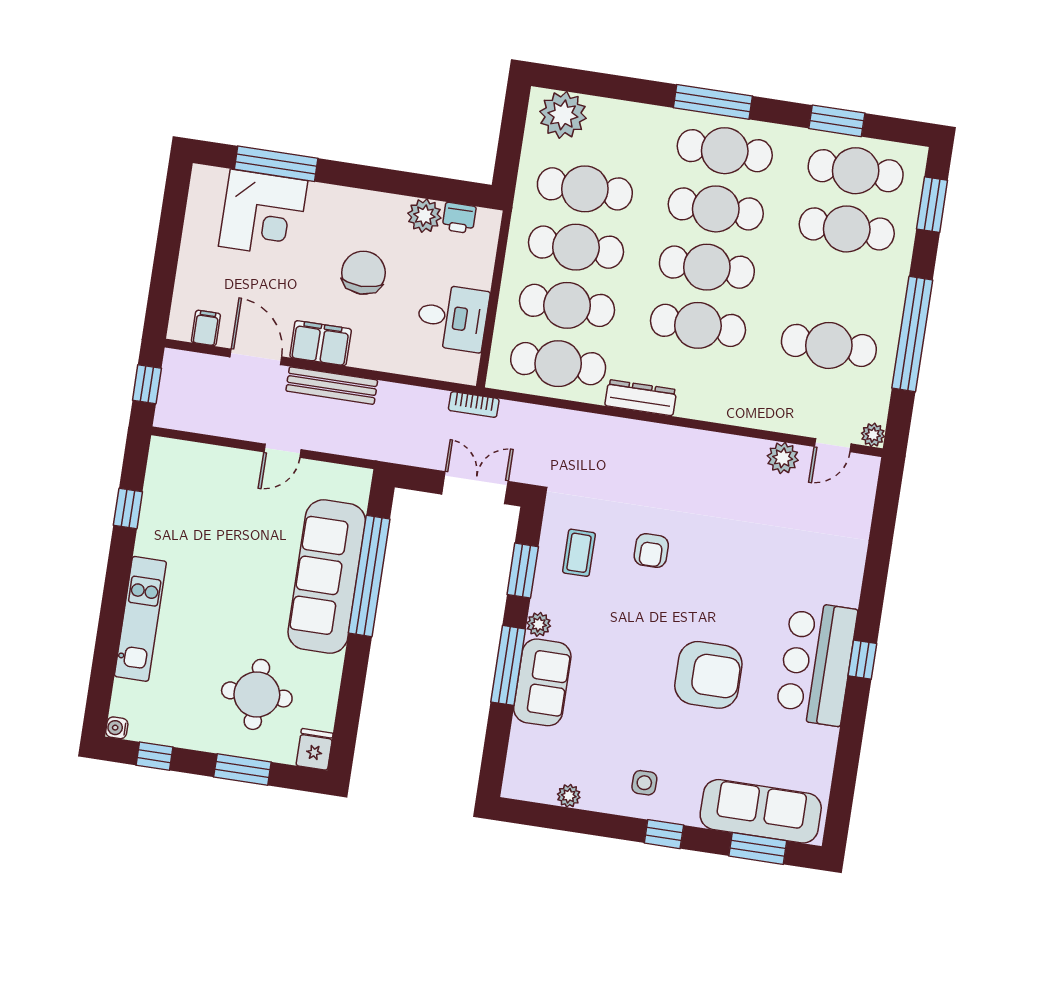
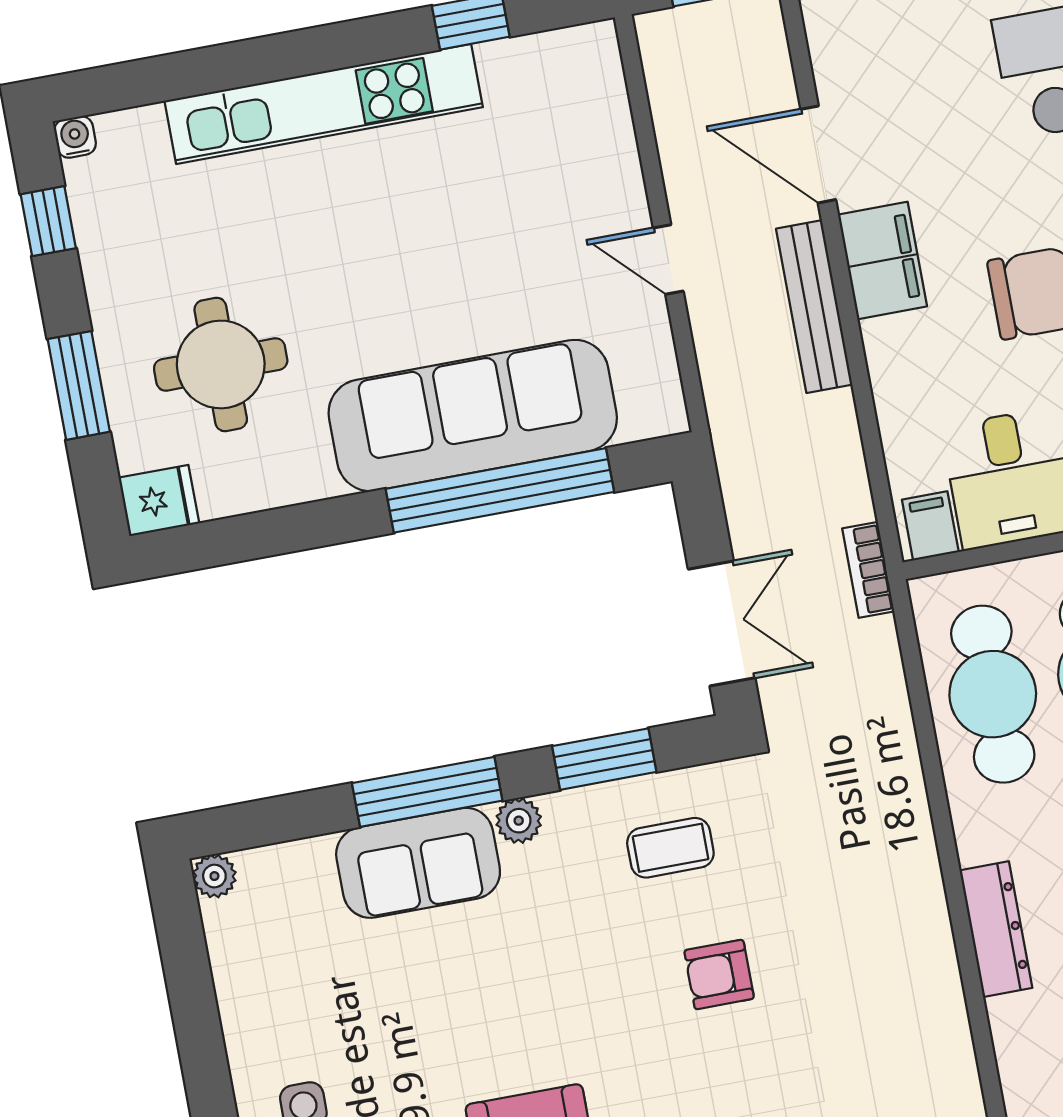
filing cabinet: (206, 328) -> (930, 526), moved, turned -90
door: (256, 357) -> (818, 154), swing flipped
dresser: (641, 398) -> (996, 929), moved
kitchen unit: (140, 619) -> (324, 104), width x1.36
plant: (569, 796) -> (214, 876), moved

